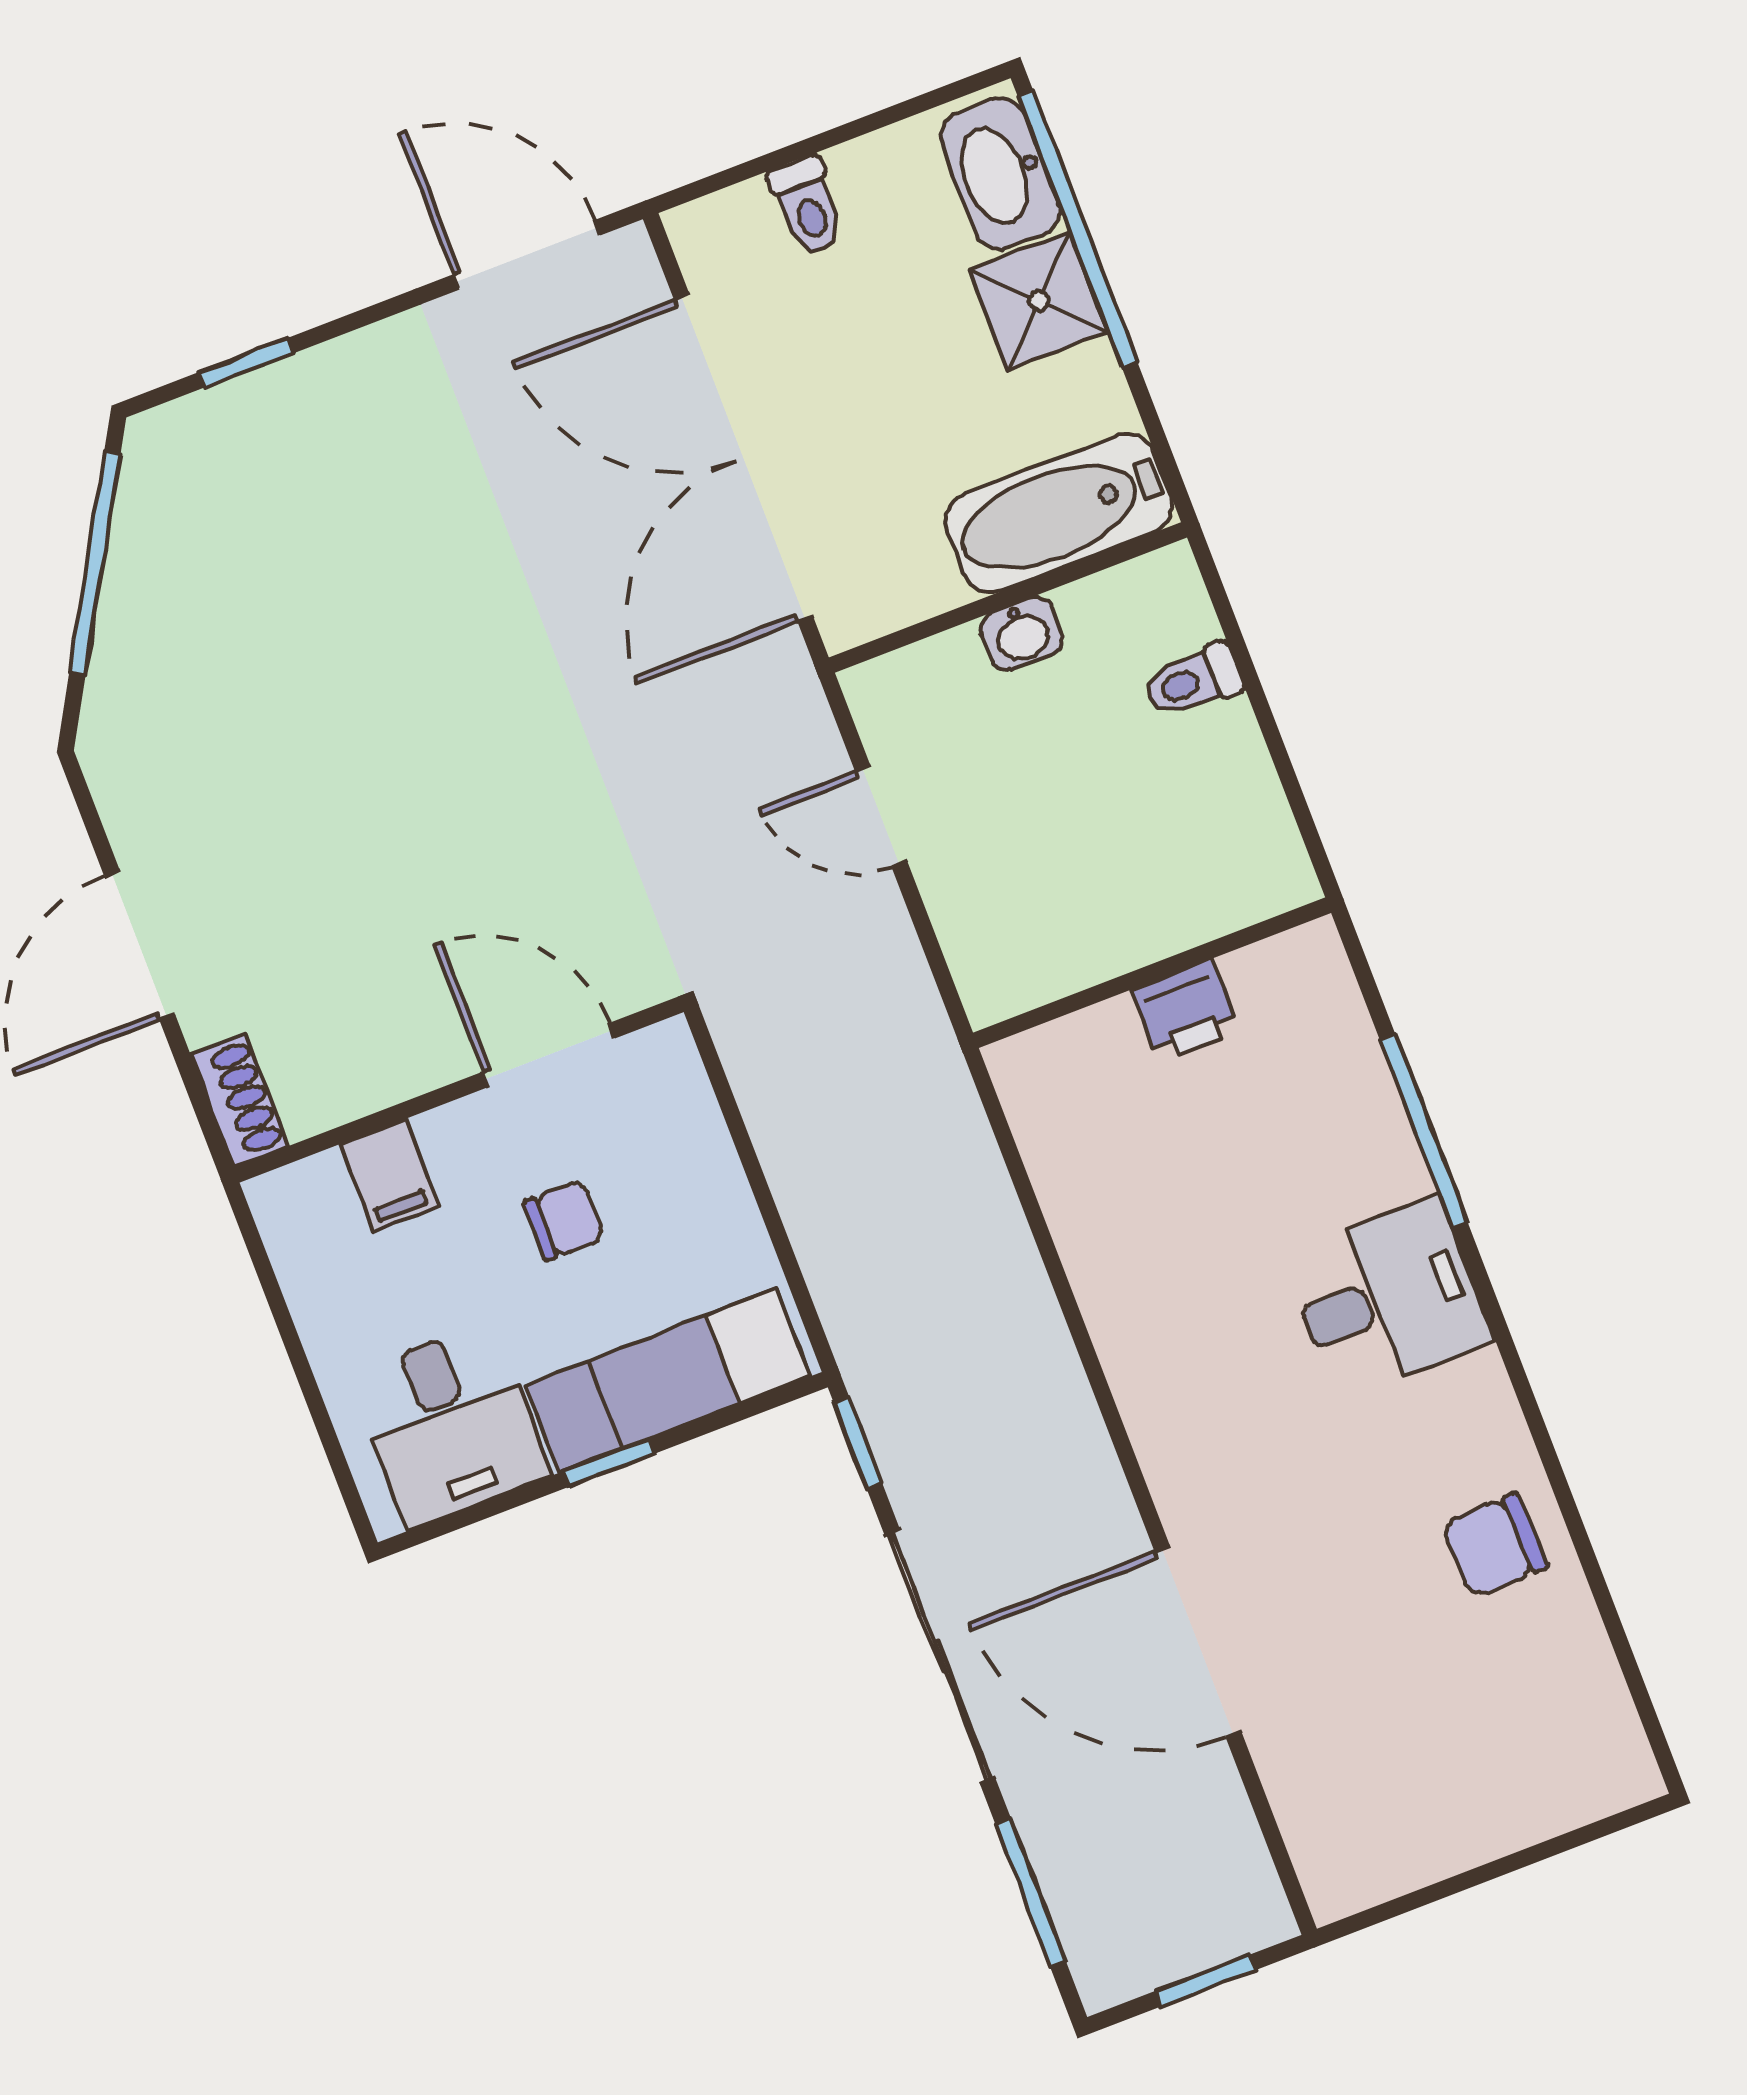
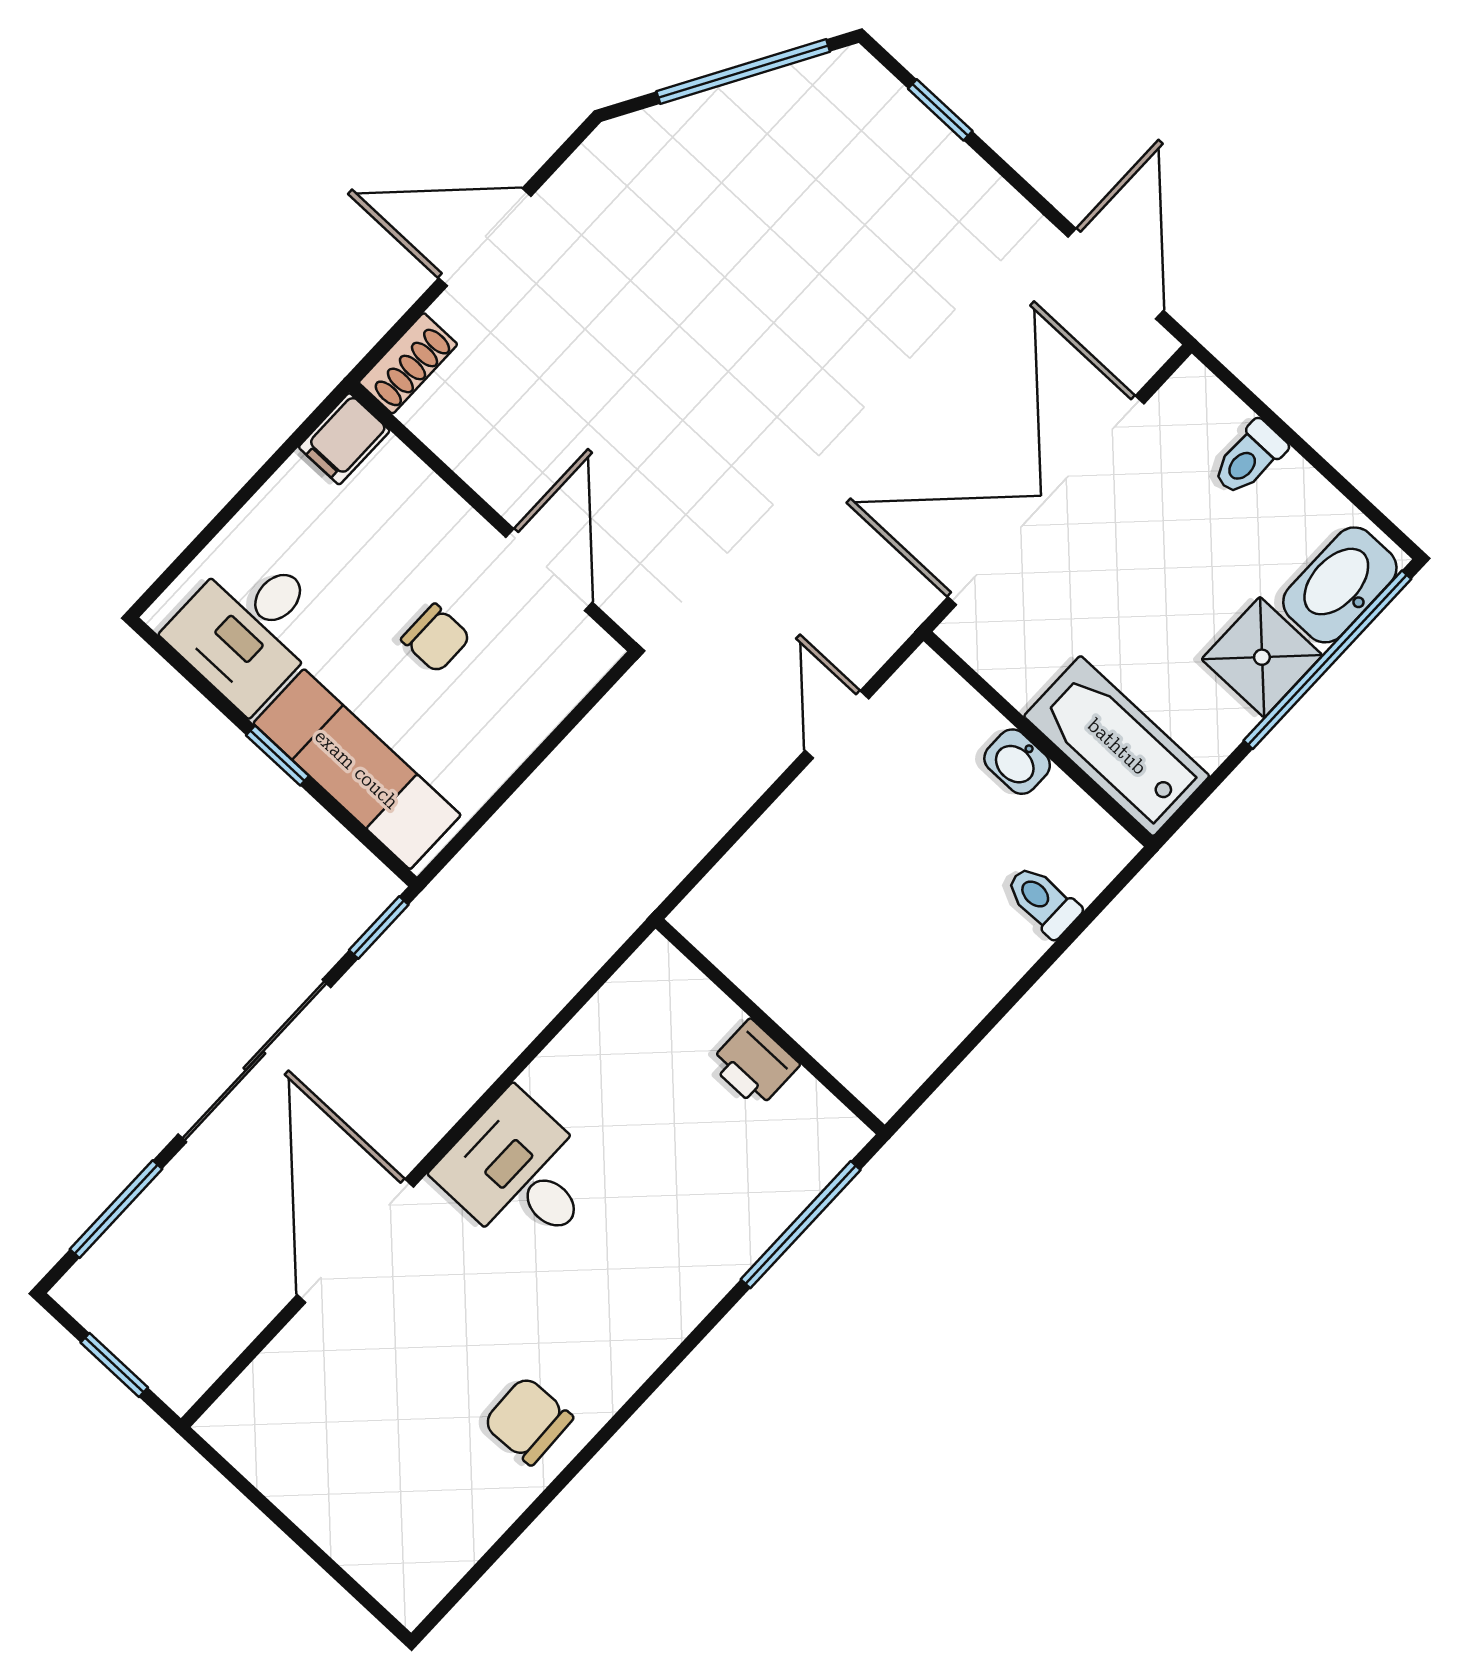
wall: (1152, 973) -> (770, 1027), moved
printer: (1185, 1011) -> (754, 1064), moved
filing cabinet: (389, 1175) -> (344, 439), moved
desk: (1387, 1298) -> (520, 1174), moved, turned 180

